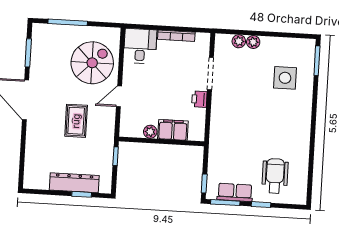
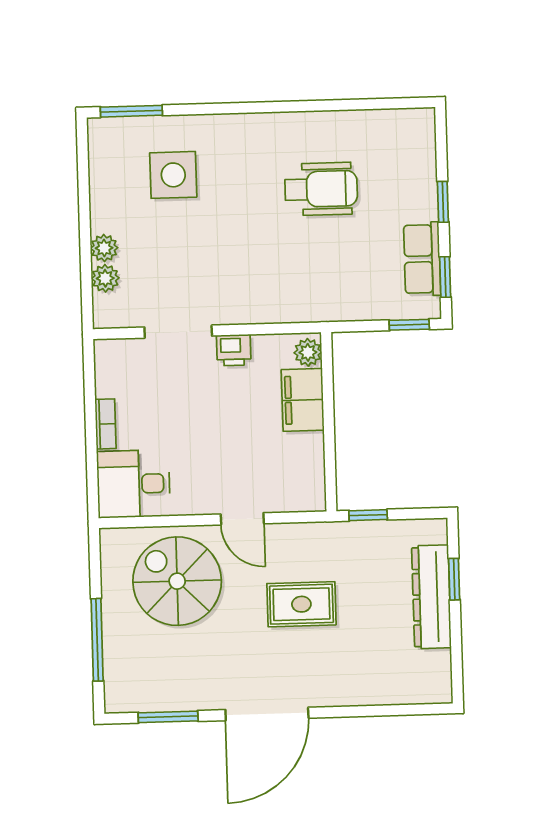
bookcase: (176, 36) -> (106, 424), width x0.64
plant: (150, 132) -> (308, 352), moved
wheelchair: (275, 176) -> (321, 189), moved, turned 180
window: (225, 203) -> (445, 277), width x0.67

